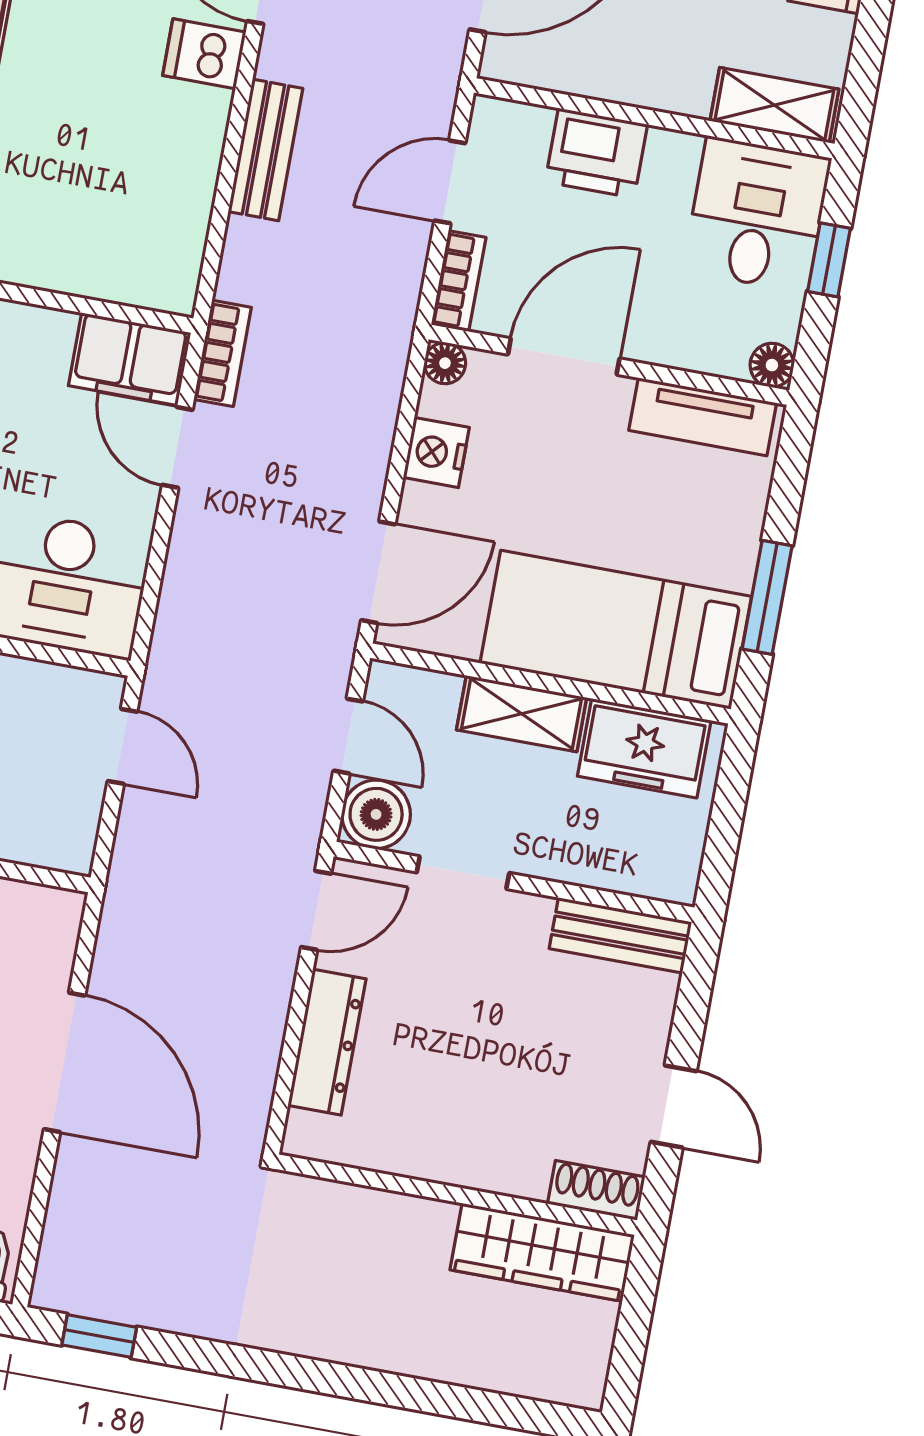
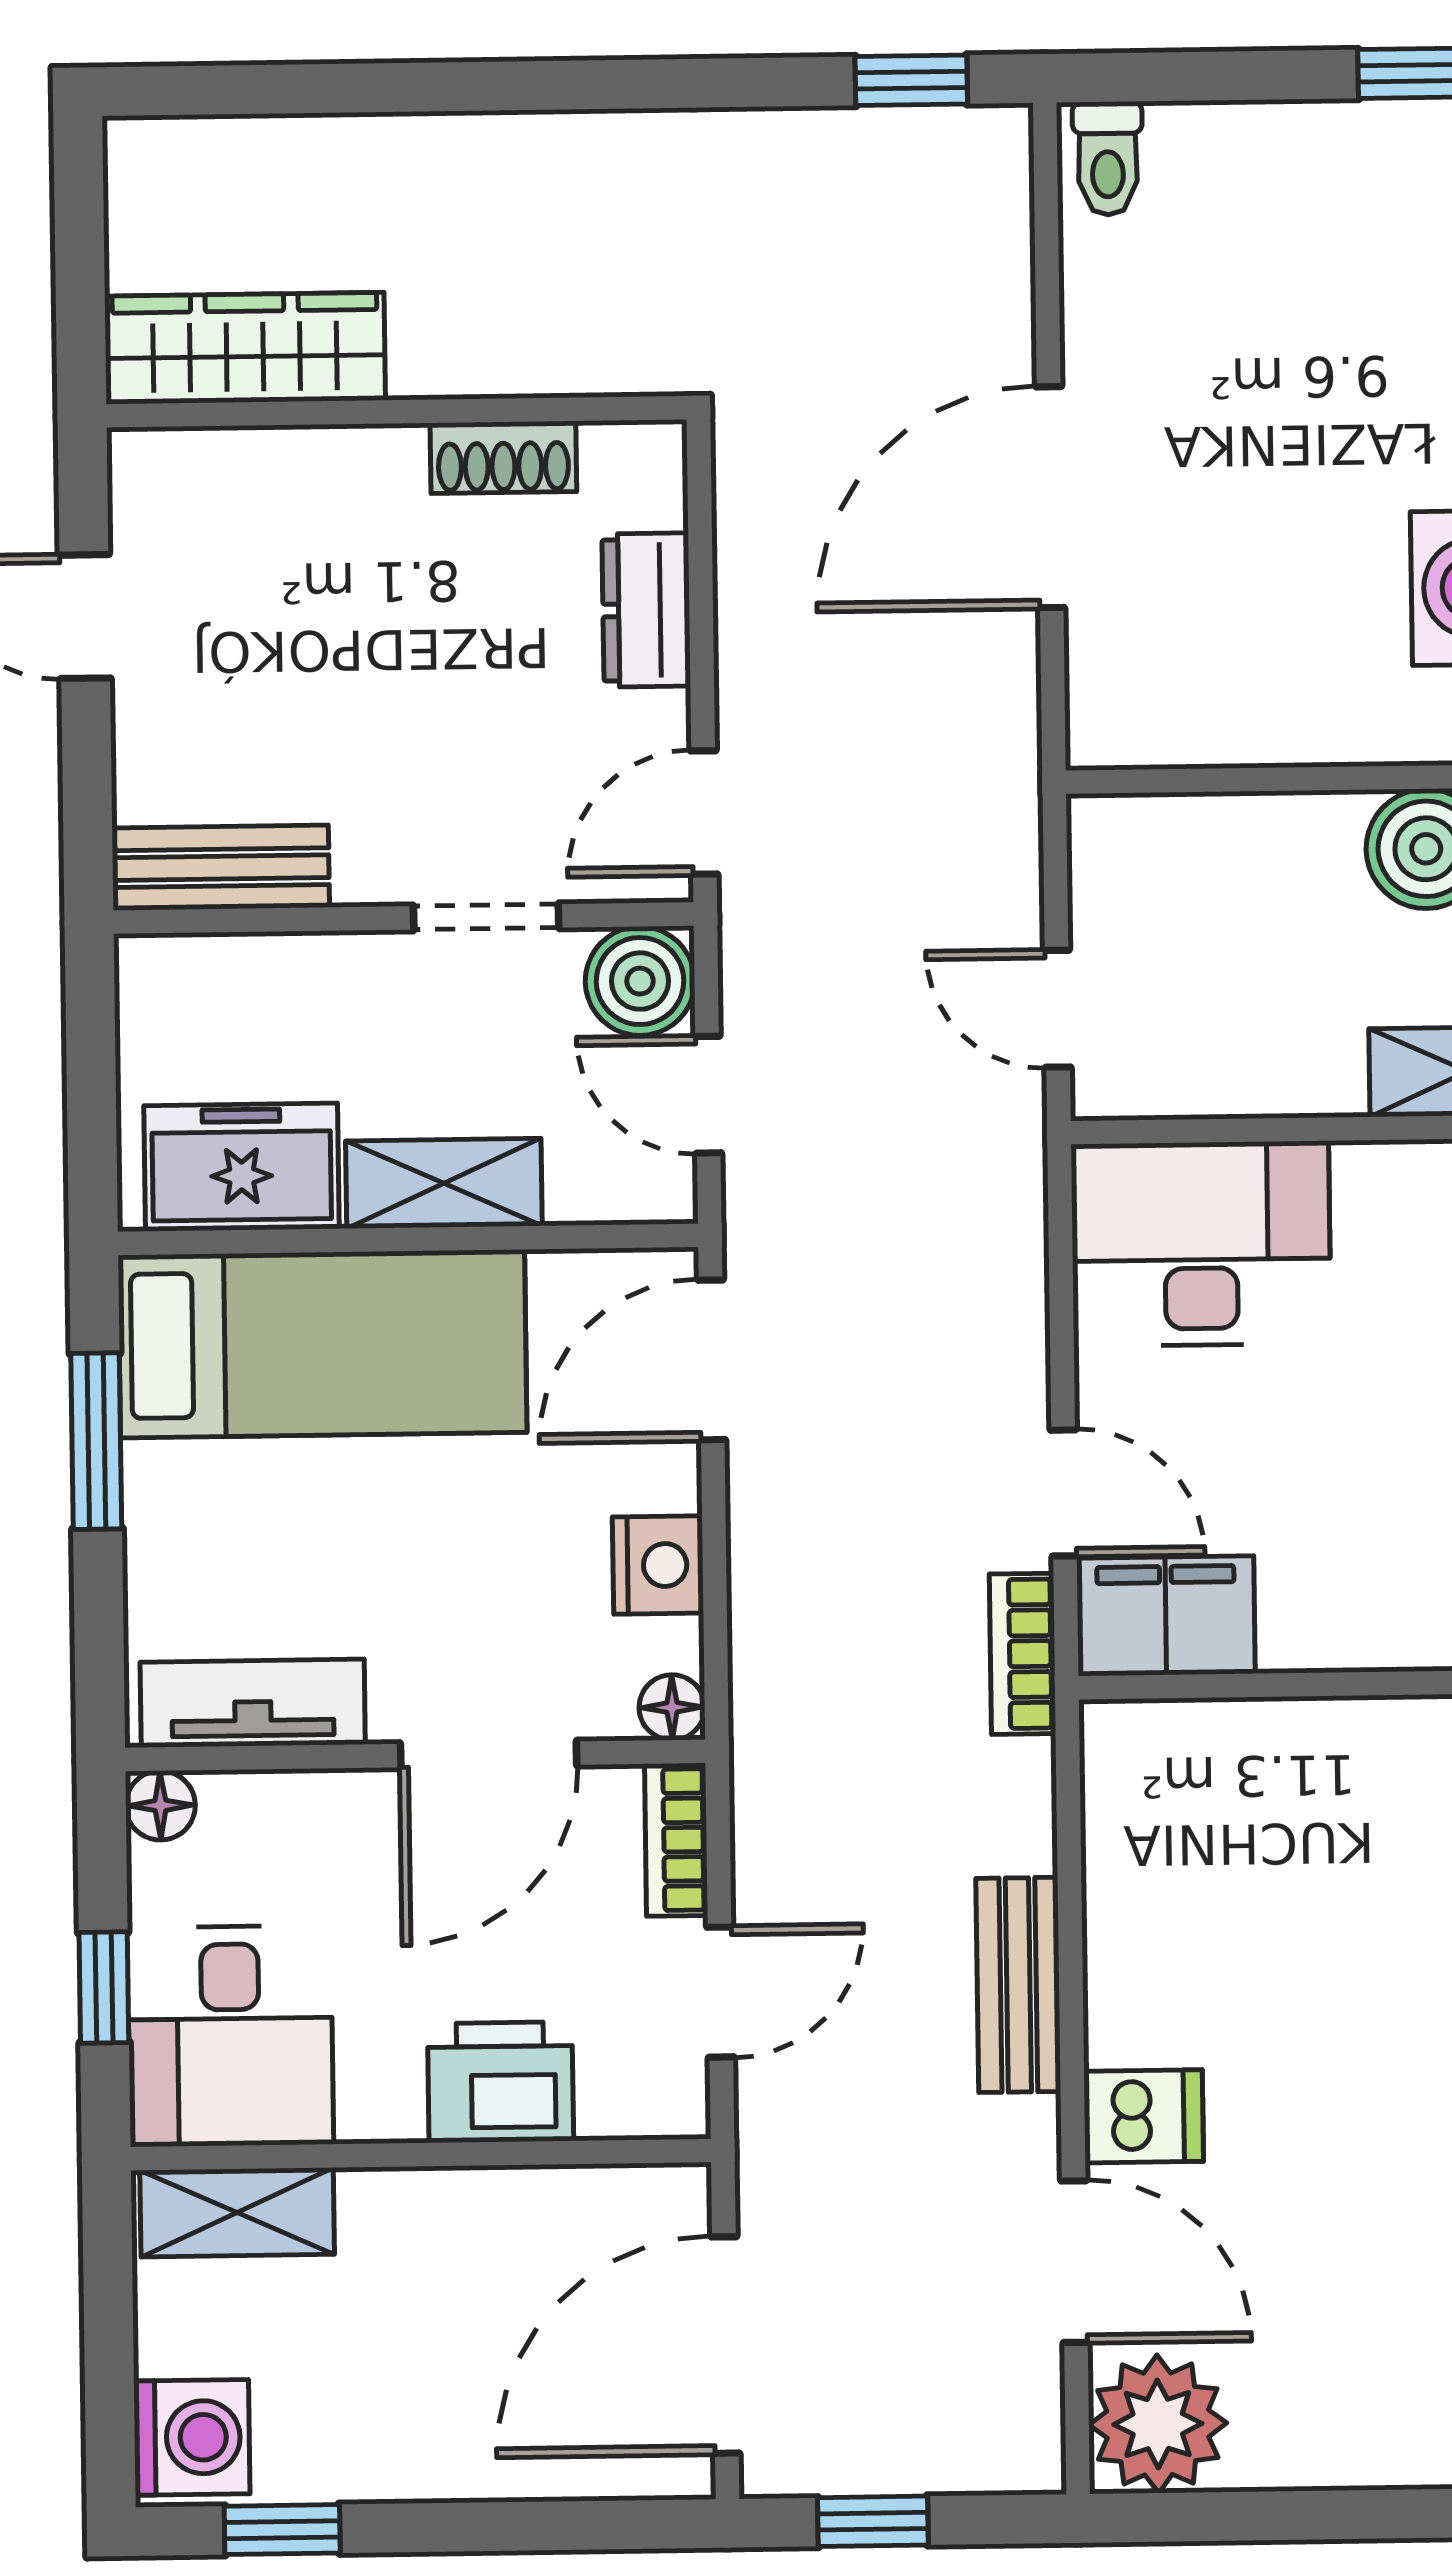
dresser: (327, 1042) -> (646, 610), width x0.70
door: (64, 1062) -> (1050, 497), hinge flipped
shoe rack: (596, 1190) -> (503, 457), moved

